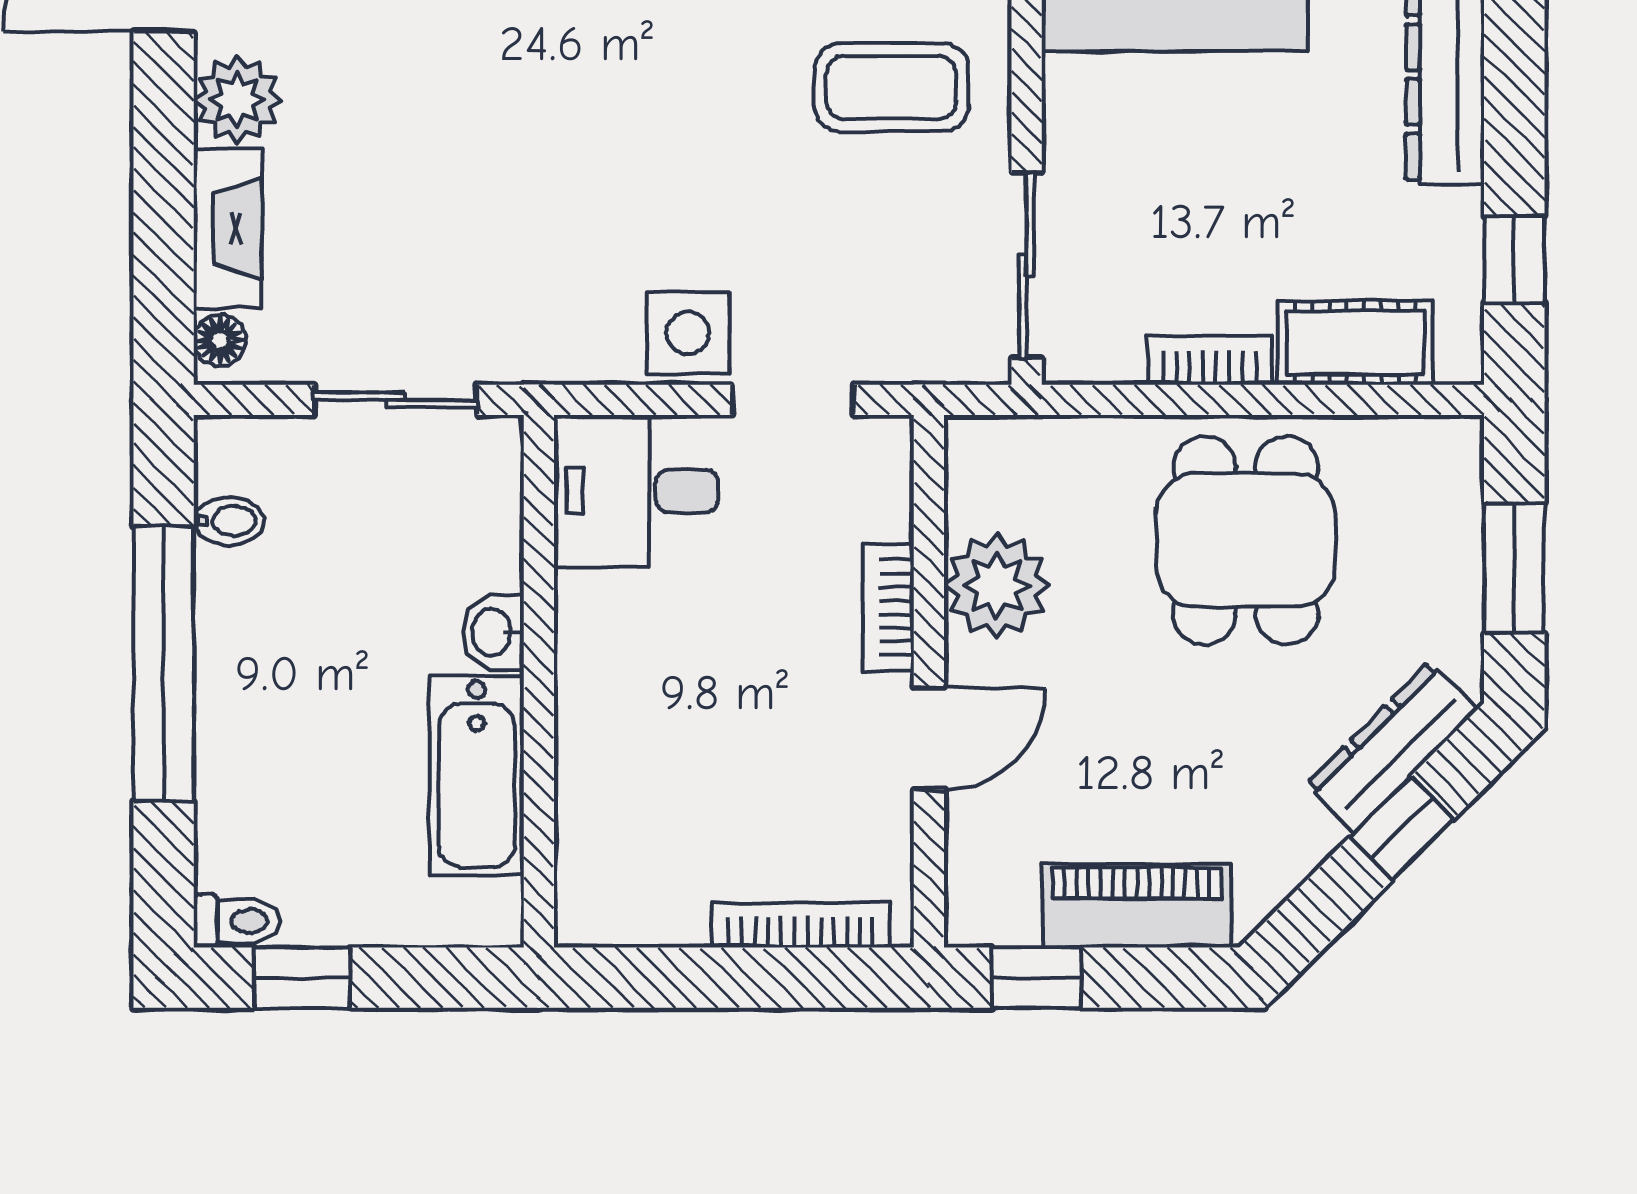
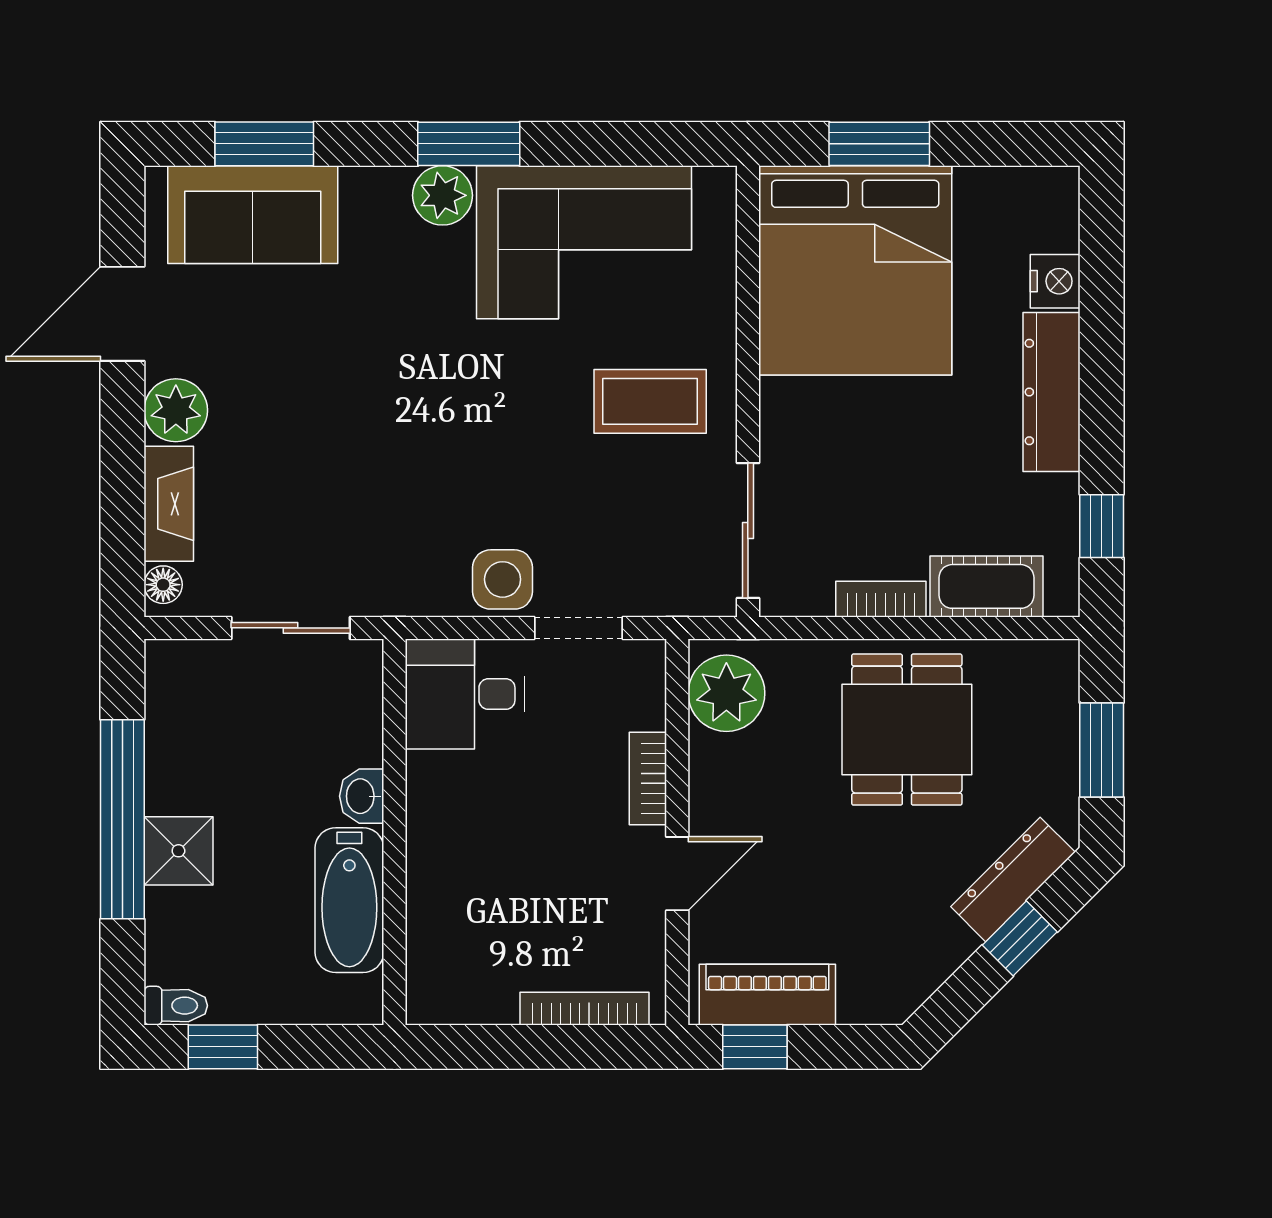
bidet: (229, 521) -> (170, 716), removed
plant: (997, 586) -> (726, 693), moved
shower: (241, 707) -> (178, 851), added
piano: (1137, 906) -> (767, 995), moved

